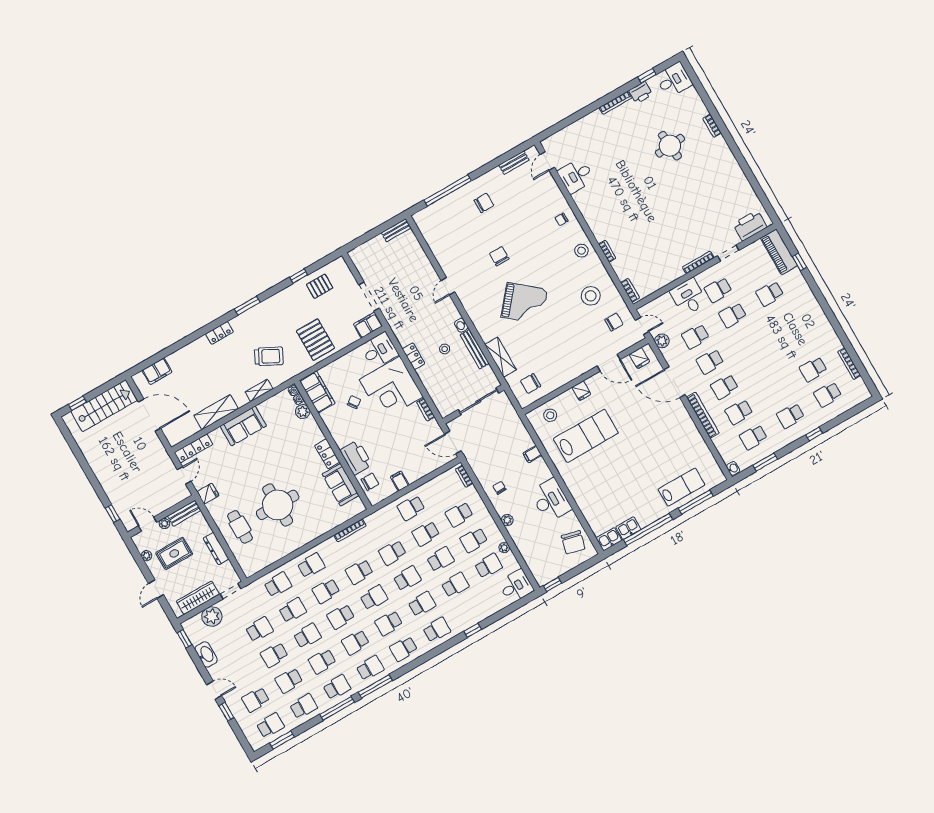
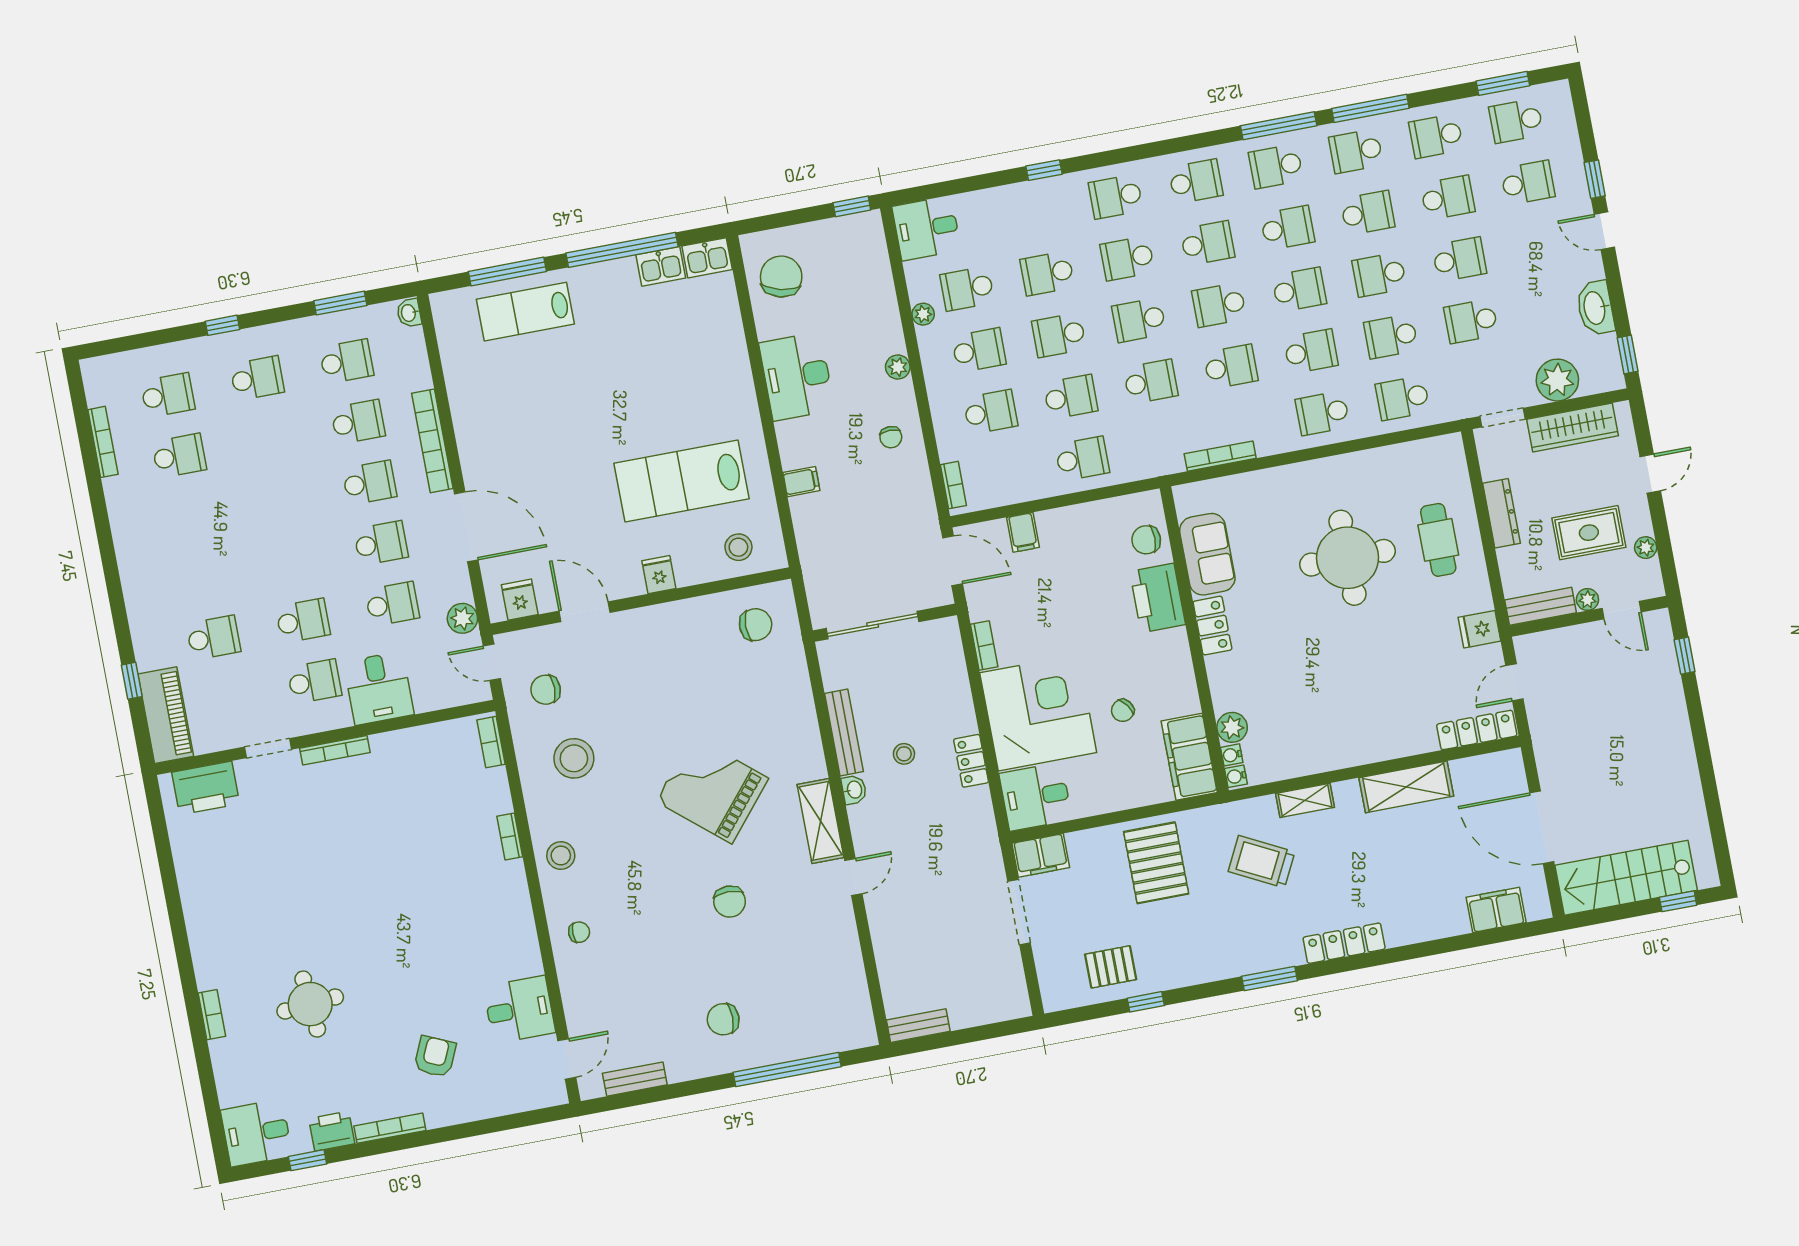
armchair: (606, 142) -> (435, 1057), added
locker: (219, 333) -> (1344, 943), width x1.53
shelving: (501, 357) -> (820, 821), moved
sofa: (243, 426) -> (1361, 740), removed
filing cabinet: (400, 481) -> (1023, 532), moved

